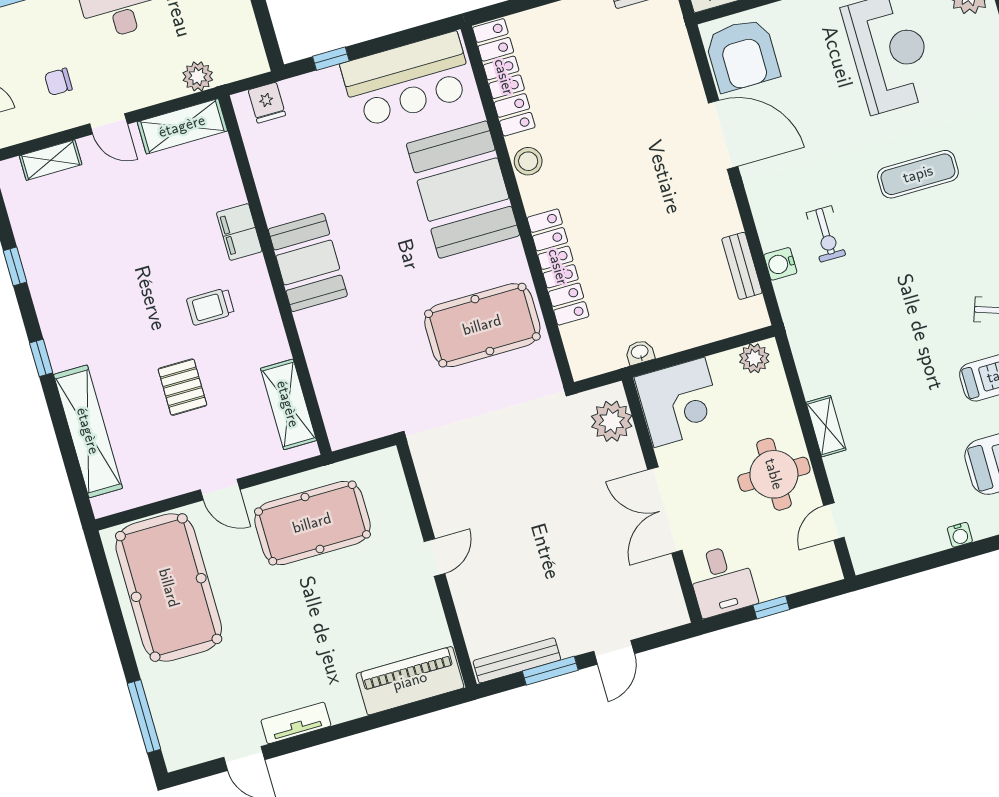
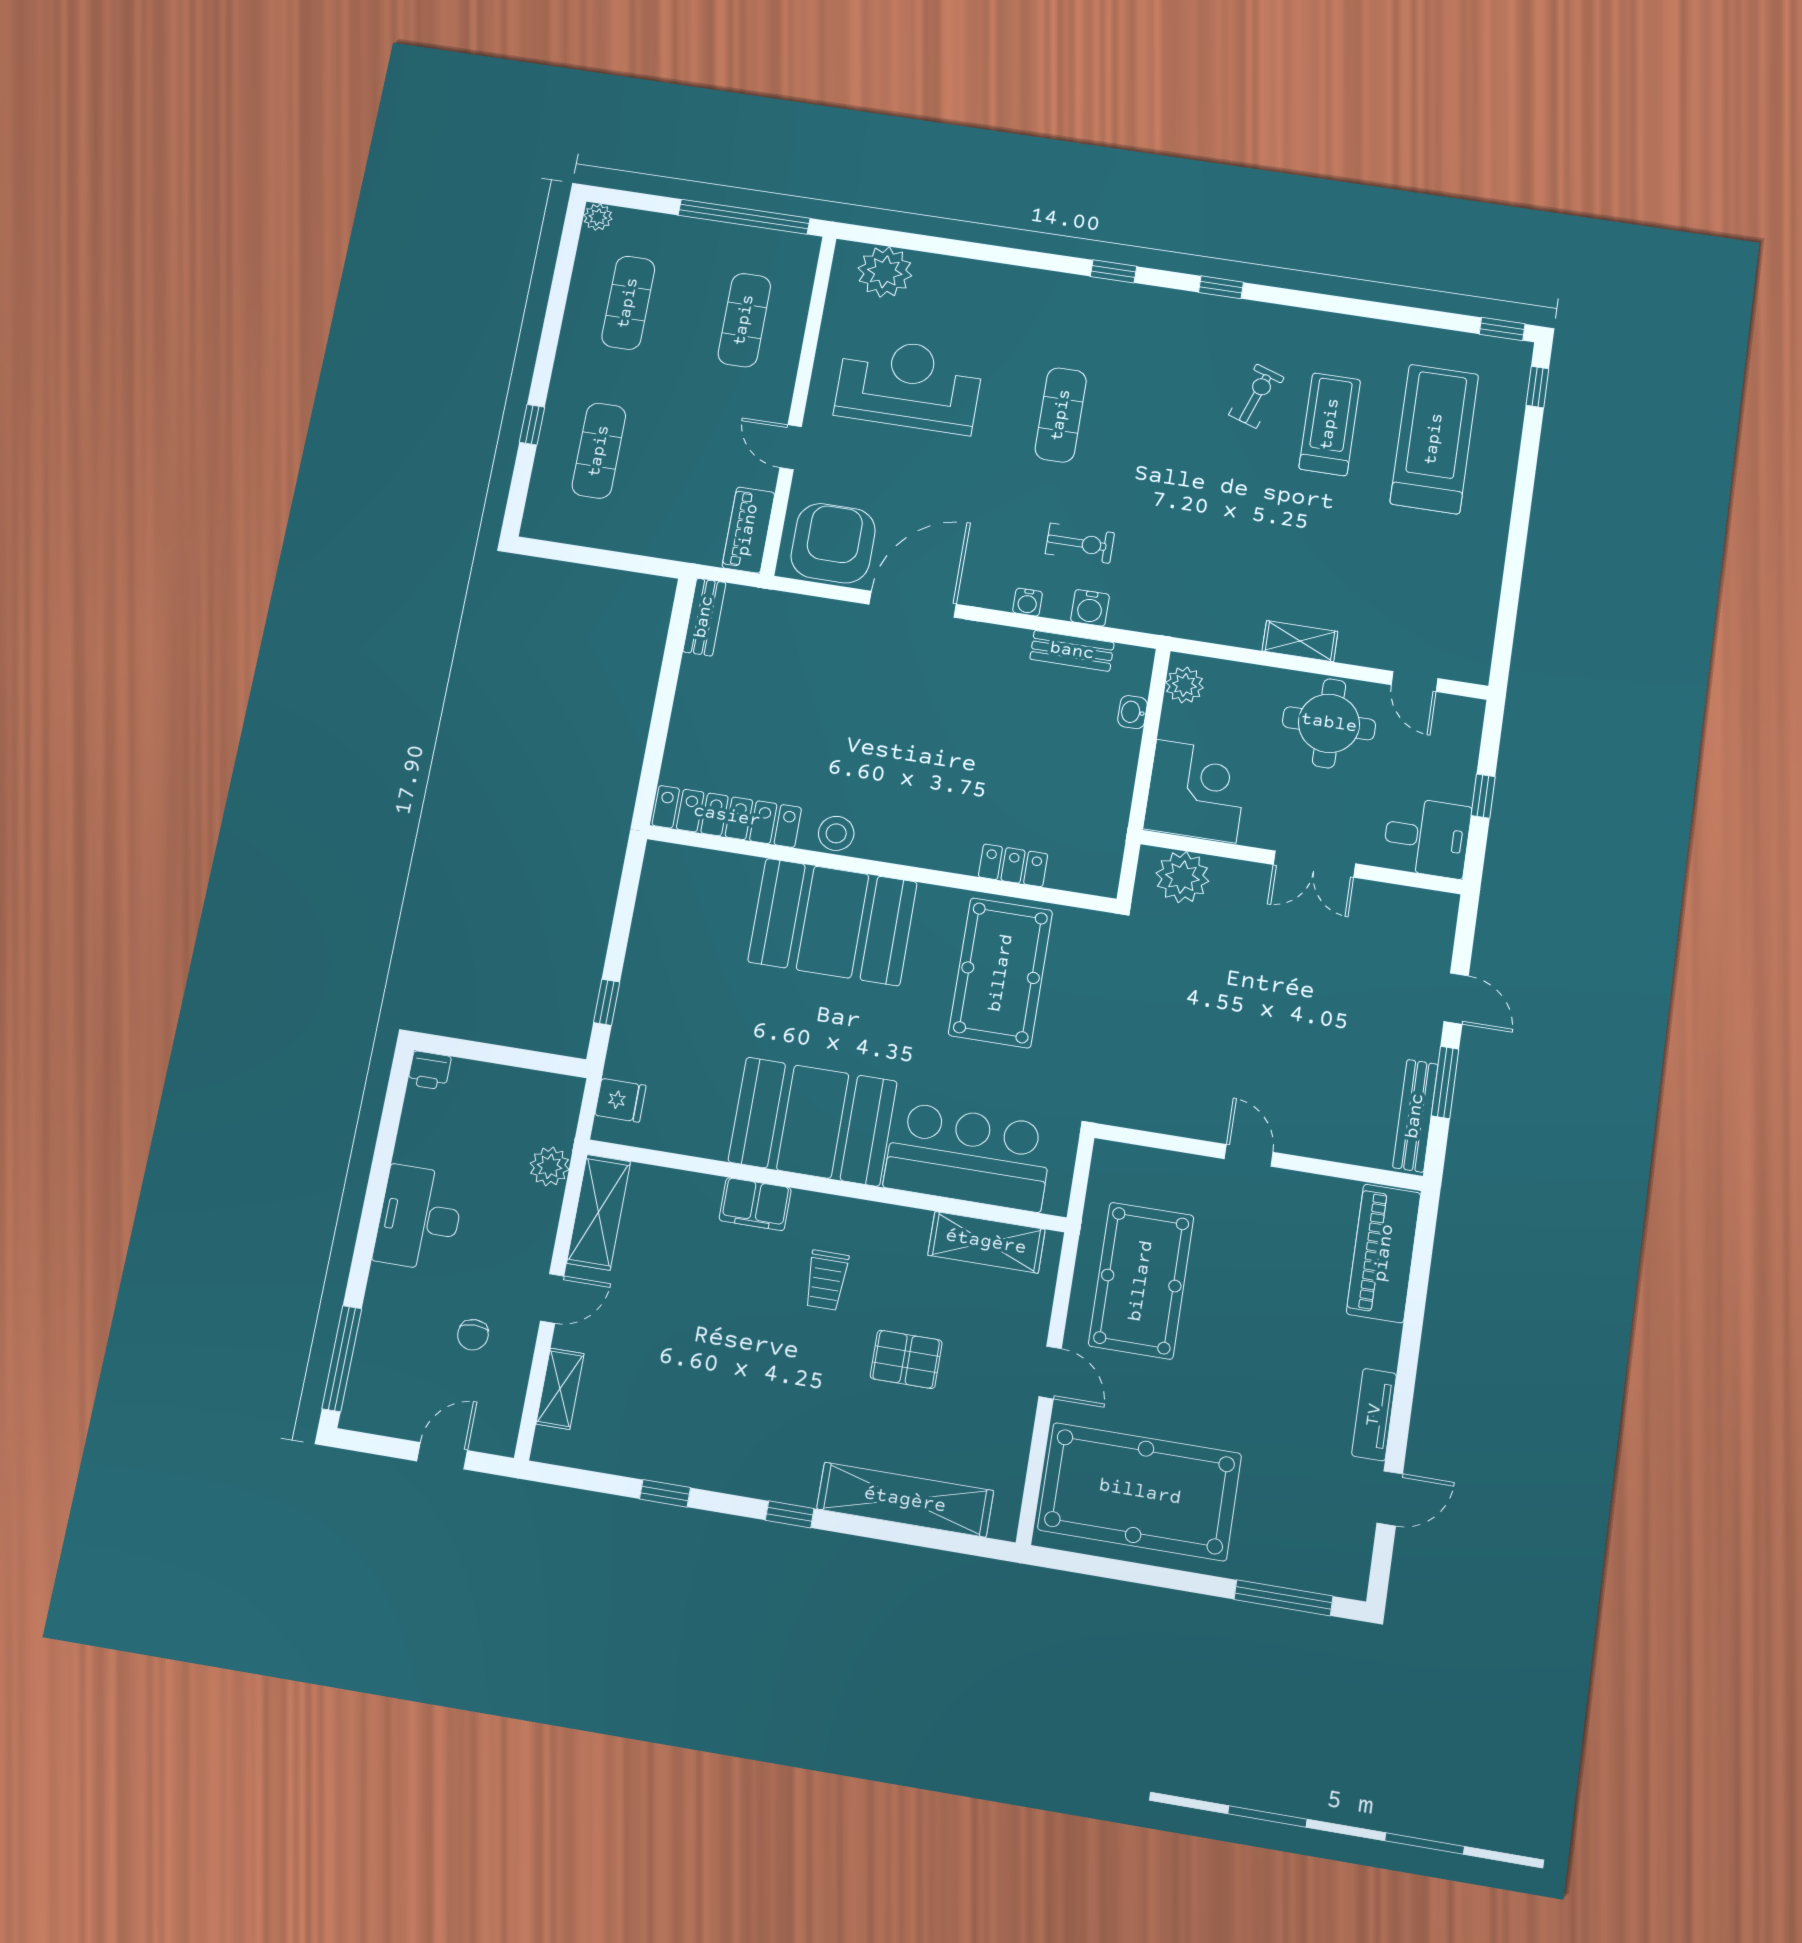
armchair: (742, 55) -> (833, 543), turned -90
bar counter: (407, 80) -> (968, 1157), moved, turned -90
booth: (308, 262) -> (813, 1122), width x1.36, depth x1.42
locker: (558, 267) -> (1013, 865), width x0.46, depth x0.83
washbasin: (640, 352) -> (1132, 712), moved
door: (220, 490) -> (1050, 1373), hinge flipped
double door: (665, 510) -> (1314, 864), width x0.73
water cooler: (960, 535) -> (1028, 602), moved, turned 90

